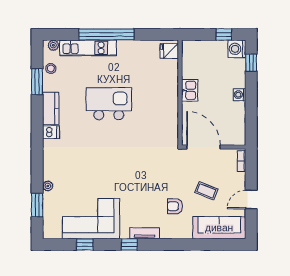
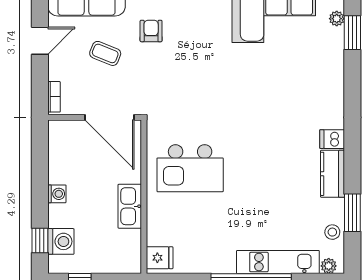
washing machine: (237, 49) -> (61, 241), moved
kitchen sink: (190, 90) -> (130, 206), width x1.38
kitchen island: (109, 104) -> (190, 168), moved
plant: (48, 186) -> (337, 19), moved
armchair: (175, 206) -> (151, 31), turned -90

